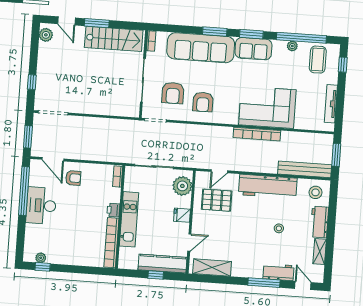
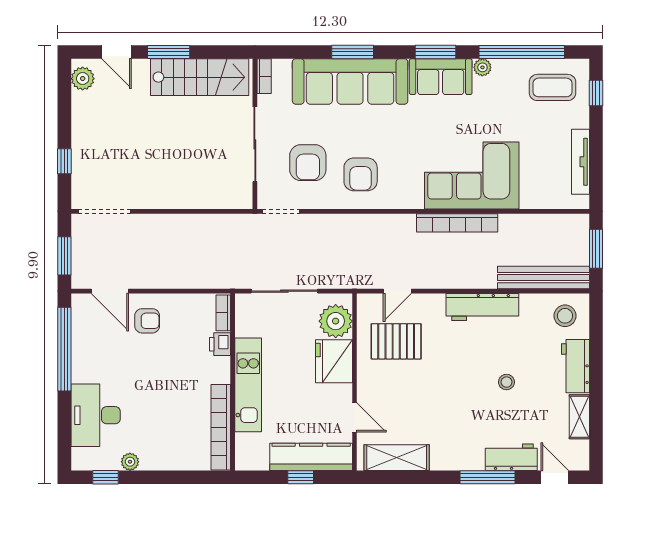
window: (215, 31) -> (353, 52), moved
plant: (292, 46) -> (482, 67), moved
coffee table: (318, 60) -> (553, 87), turned 90
workbench: (268, 186) -> (482, 307), width x0.73, depth x0.76
desk: (41, 206) -> (96, 415), moved
printer: (113, 210) -> (220, 344), moved
fridge: (182, 215) -> (334, 361), width x1.88, depth x1.34
door: (189, 243) -> (355, 417), hinge flipped
plant: (41, 258) -> (130, 462), moved

